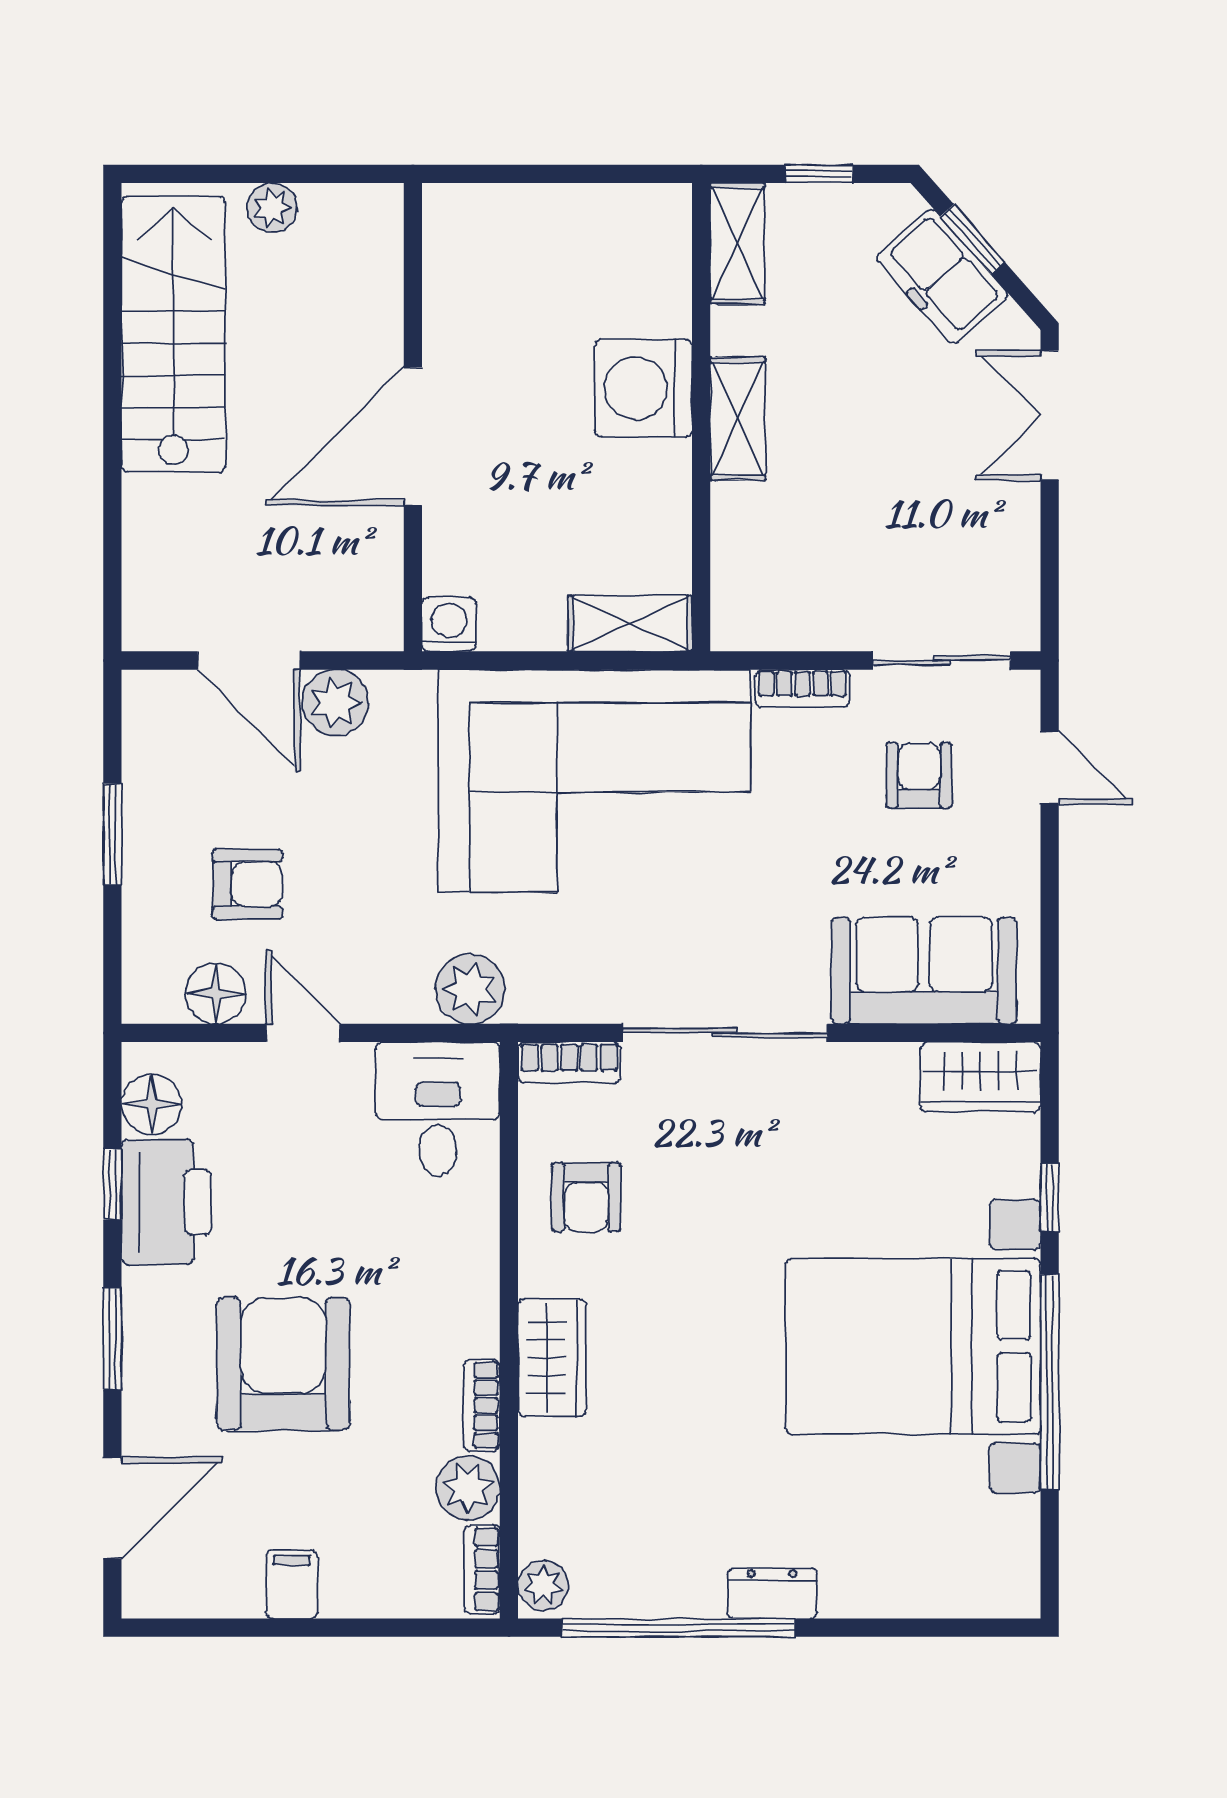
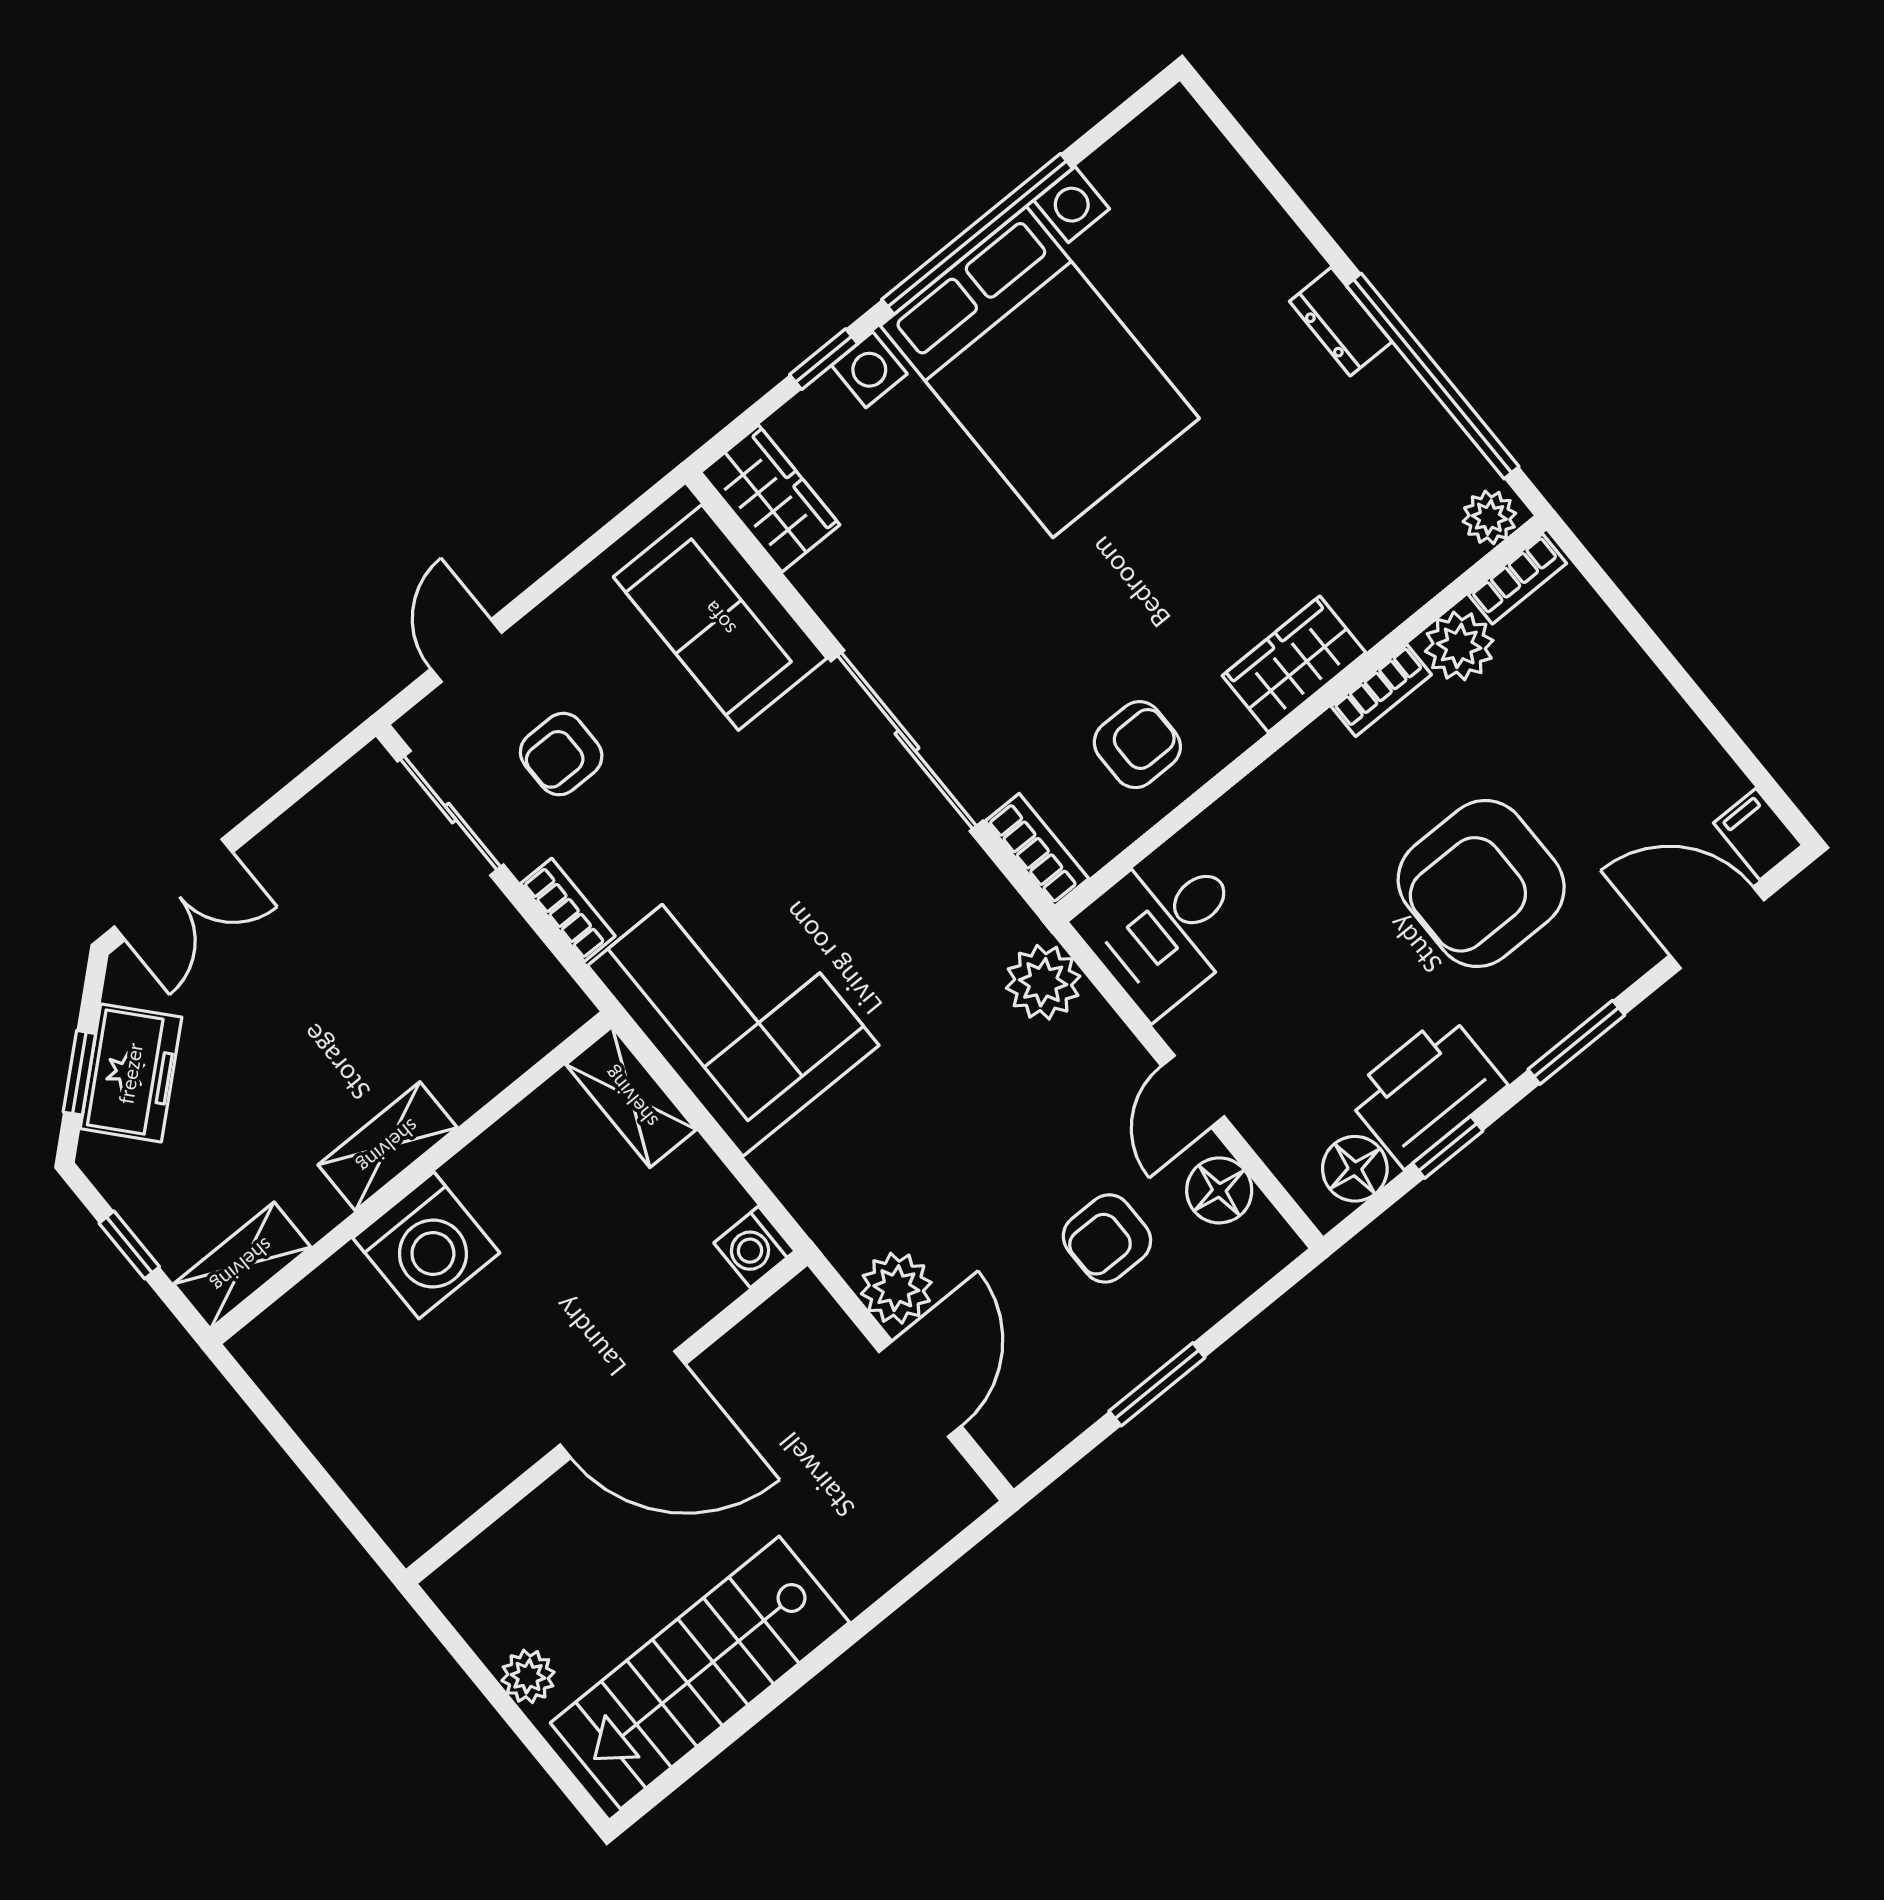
corner sofa: (594, 781) -> (733, 1005), width x0.73, depth x0.74
armchair: (247, 884) -> (1107, 1238), turned -90
filing cabinet: (292, 1584) -> (1758, 834), moved, turned 90

